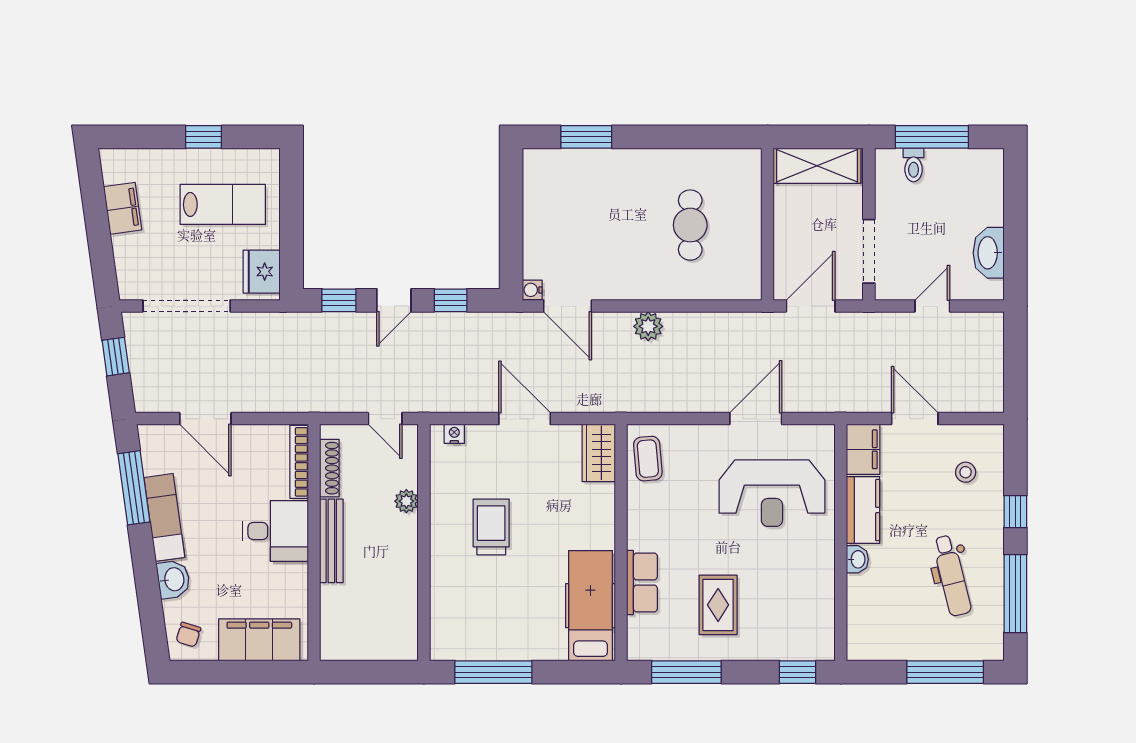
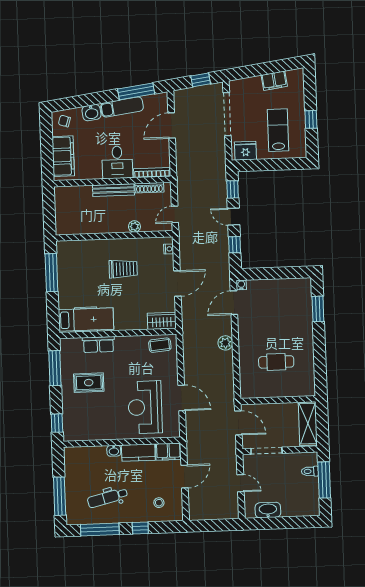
lab bench: (223, 204) -> (278, 130), turned 180

